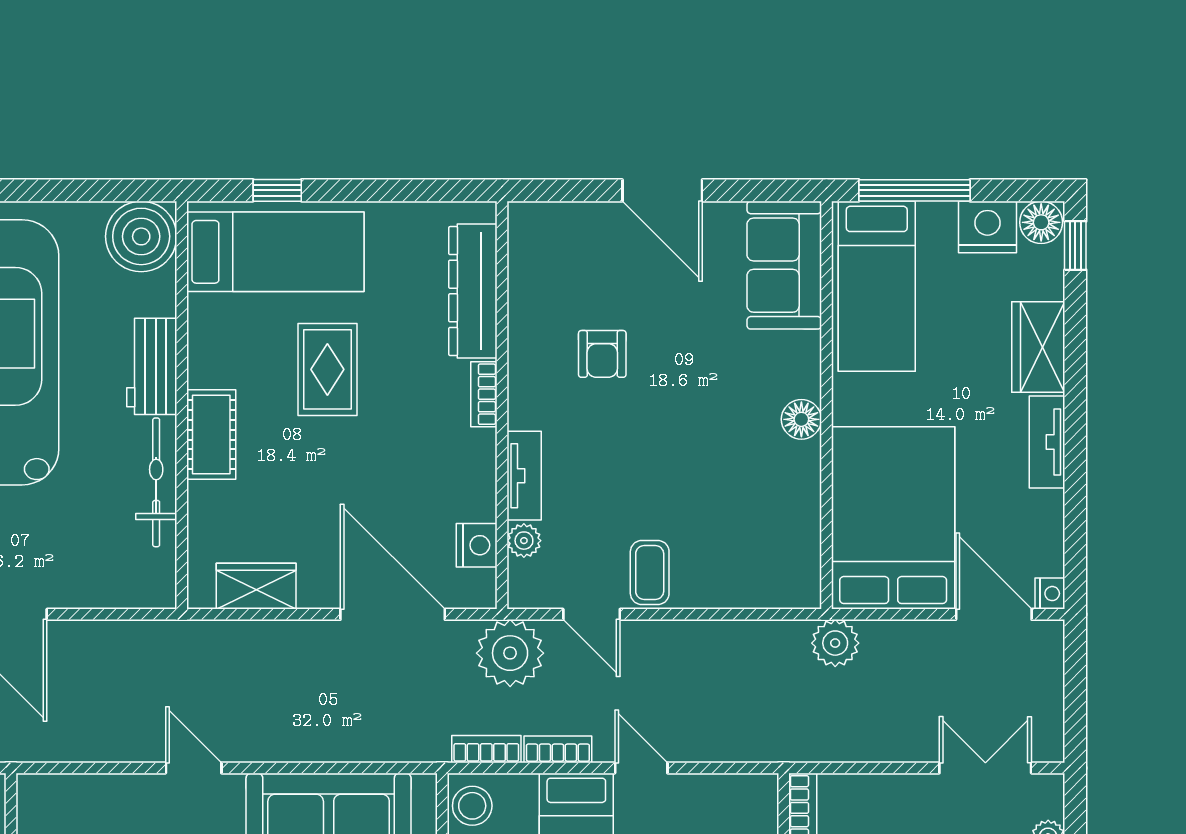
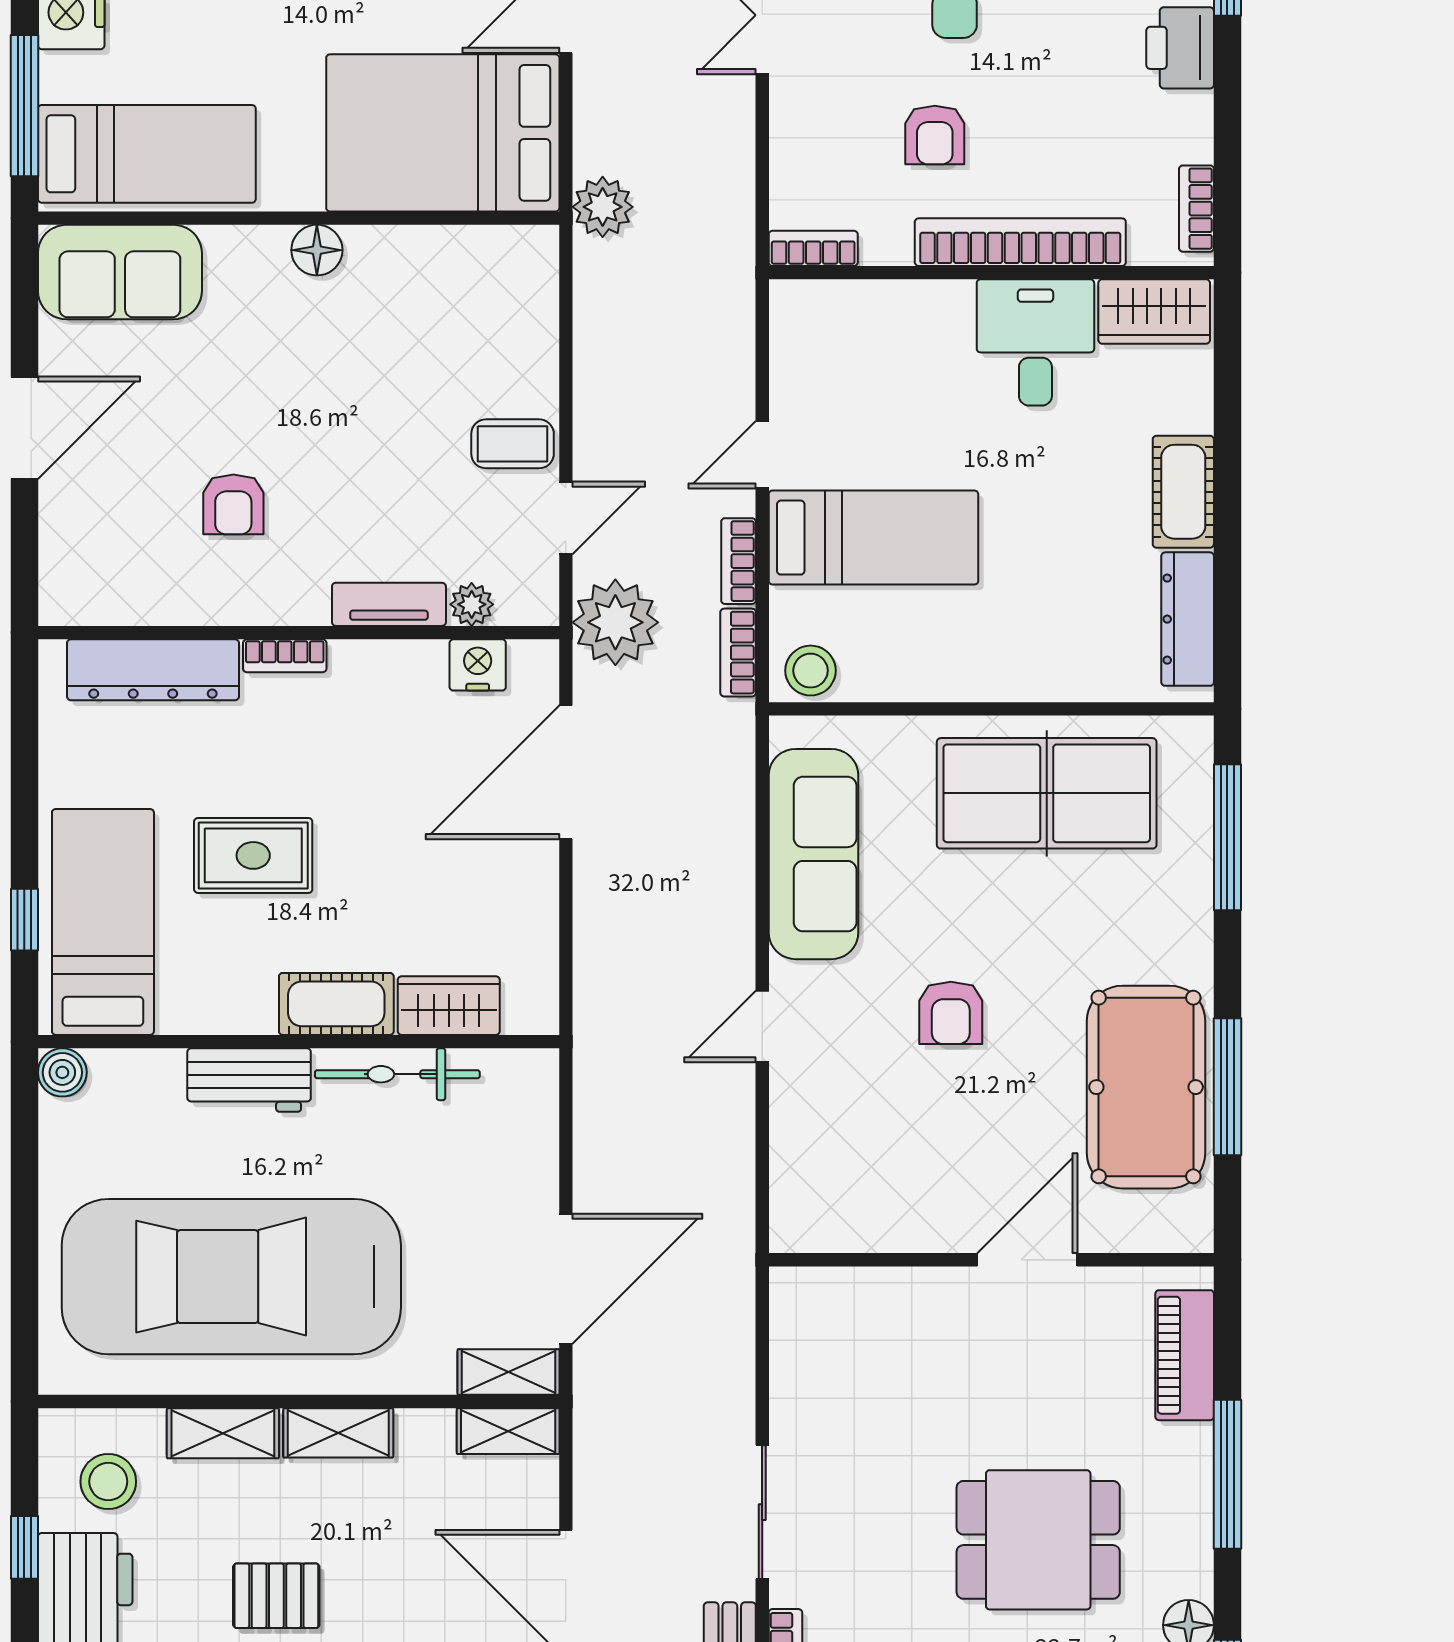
boiler: (141, 236) -> (62, 1072), width x0.54, depth x0.54
armchair: (602, 354) -> (233, 504), turned 90
wardrobe: (256, 586) -> (449, 1006), moved, turned 90

